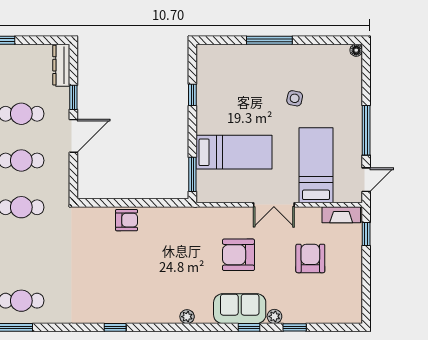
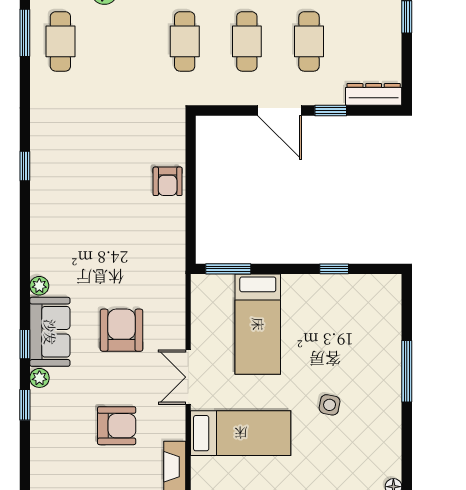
plant: (187, 317) -> (39, 286), moved

